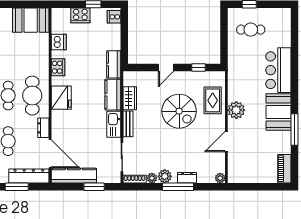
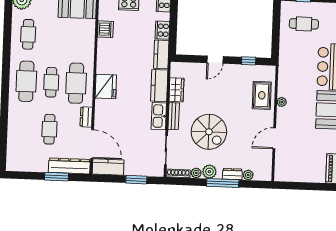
cooker: (58, 67) -> (162, 30), moved, turned 180
plant: (236, 110) -> (282, 102), width x0.53, depth x0.53
spiral stairs: (179, 111) -> (209, 132), moved
kitchen counter: (74, 176) -> (108, 167), width x0.67
plant: (220, 178) -> (248, 175), moved

